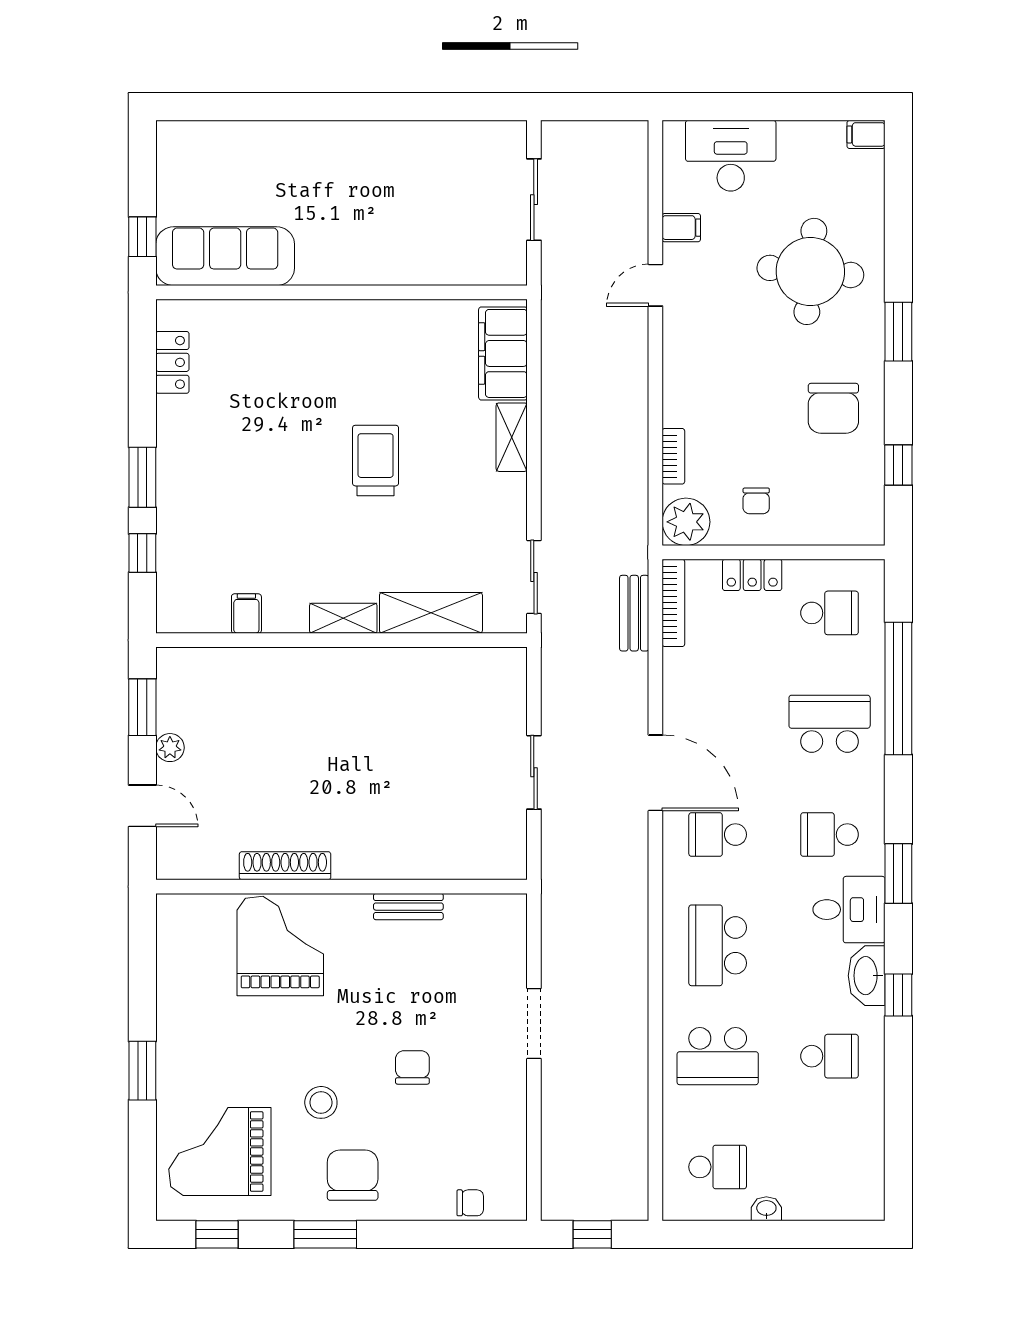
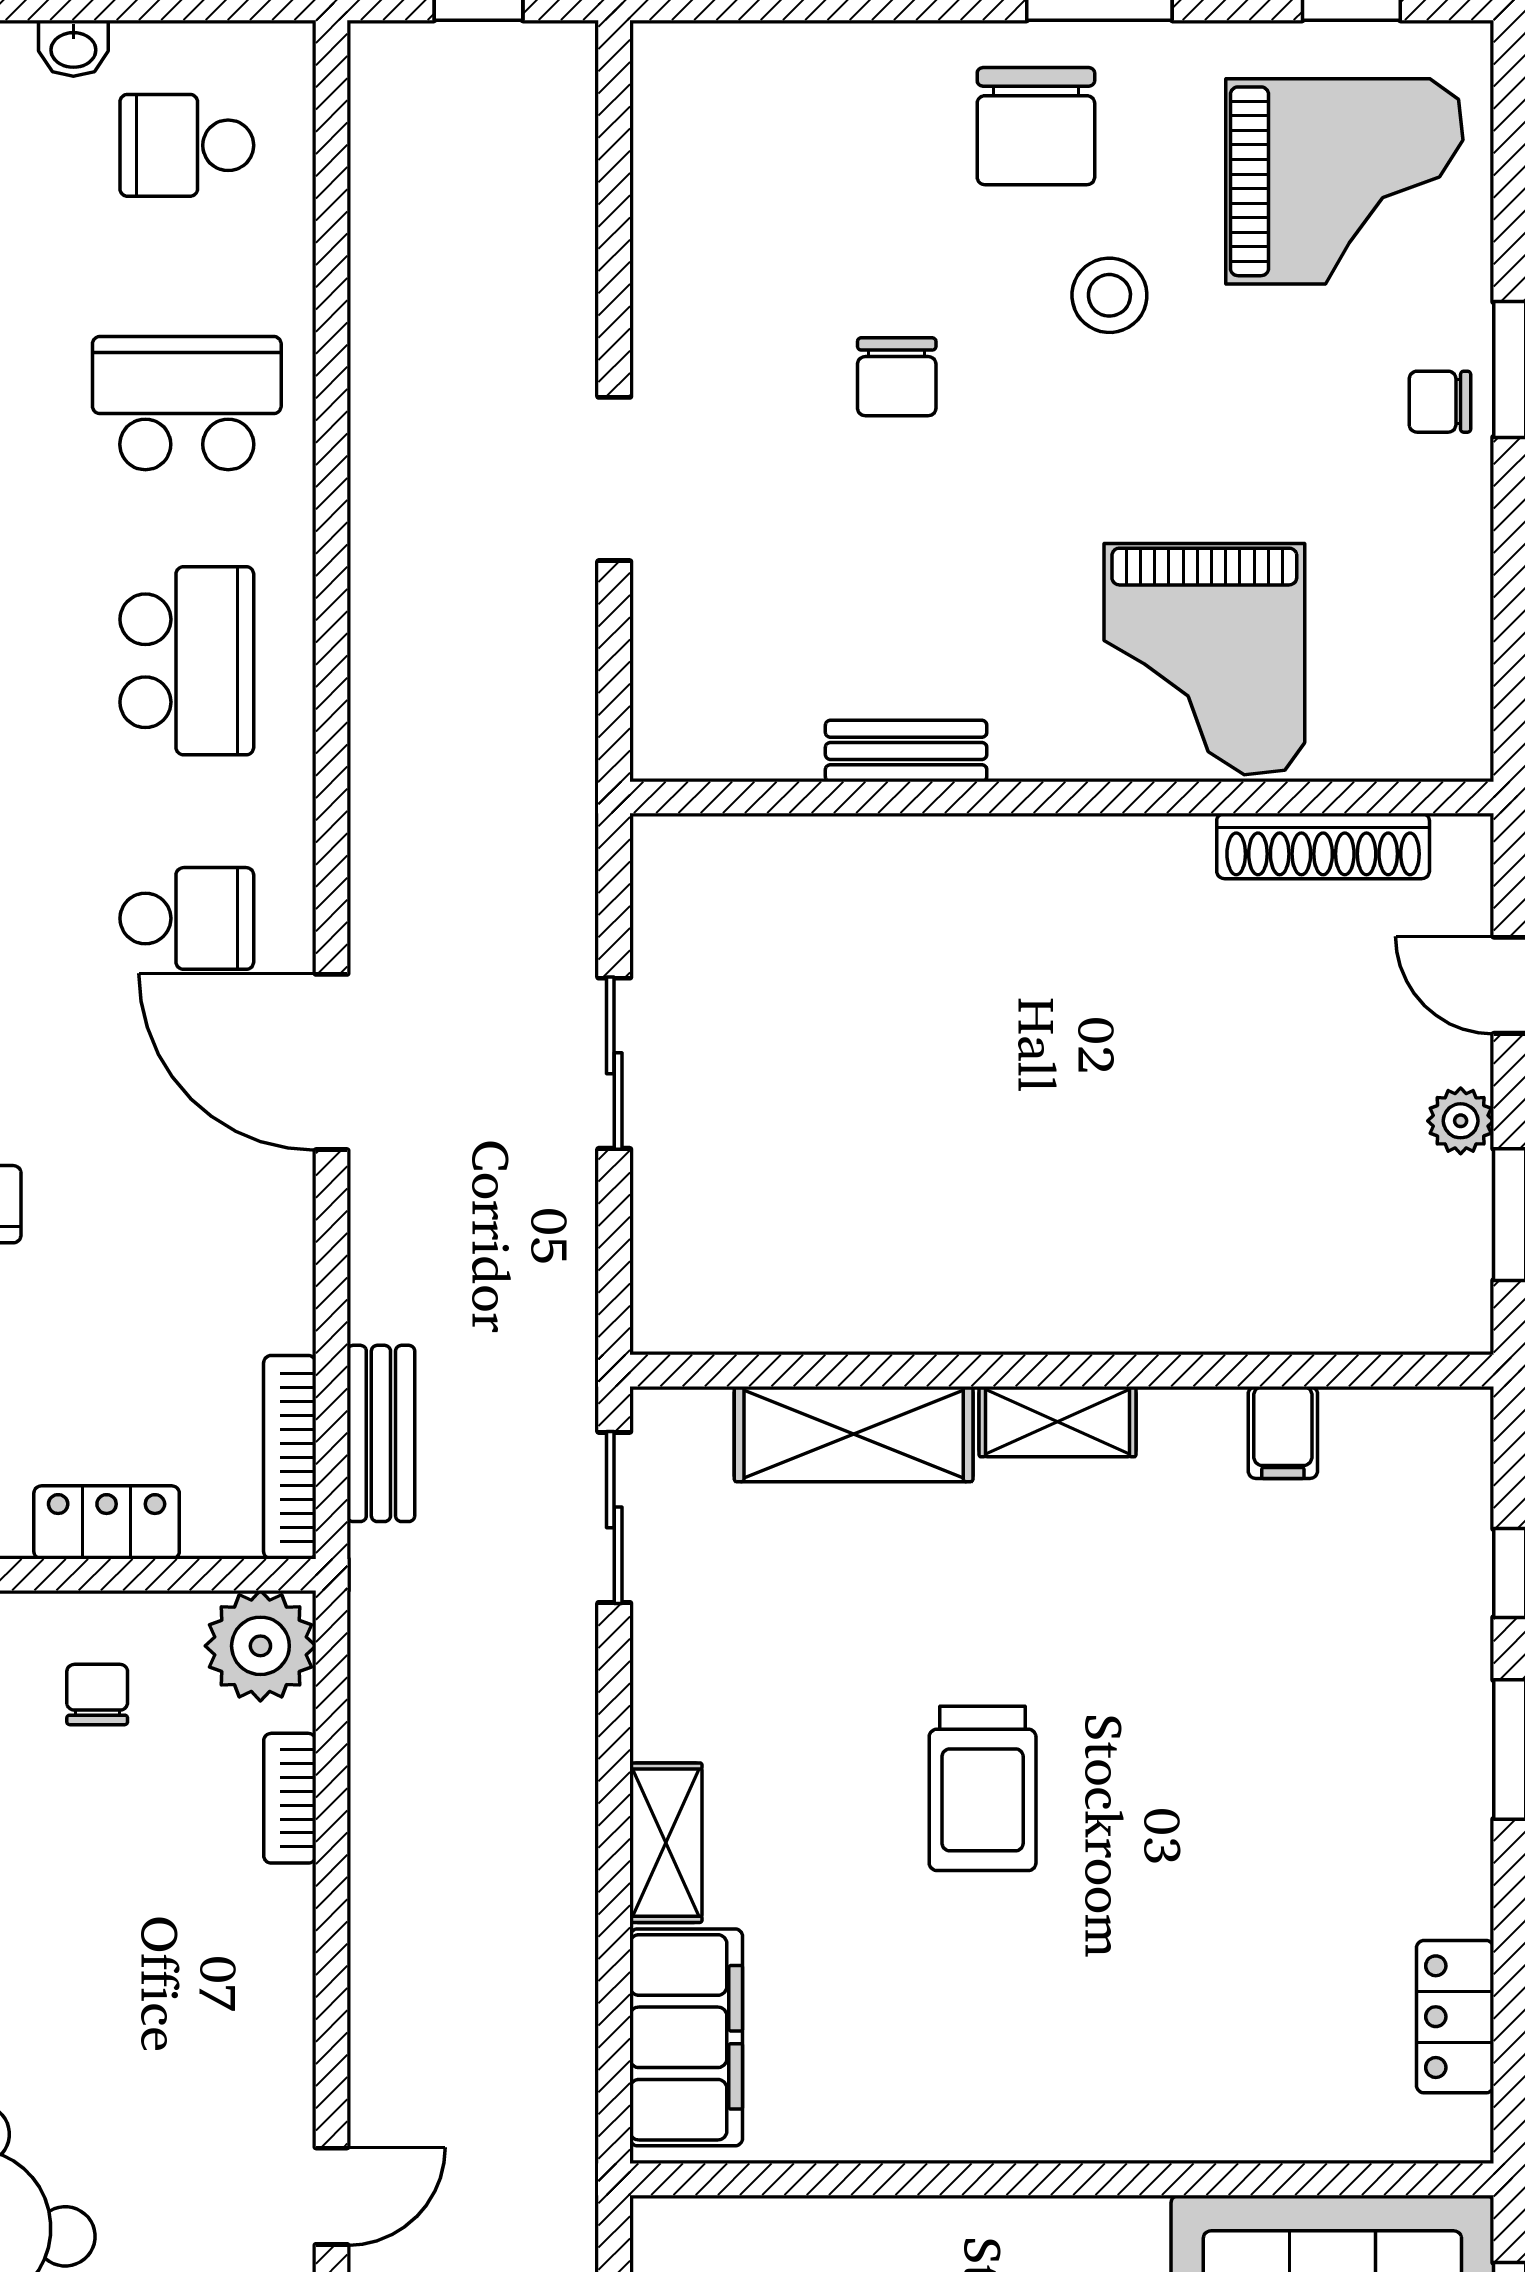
shoe rack: (285, 866) -> (1323, 846), moved
chair: (470, 1203) -> (1440, 402), moved

